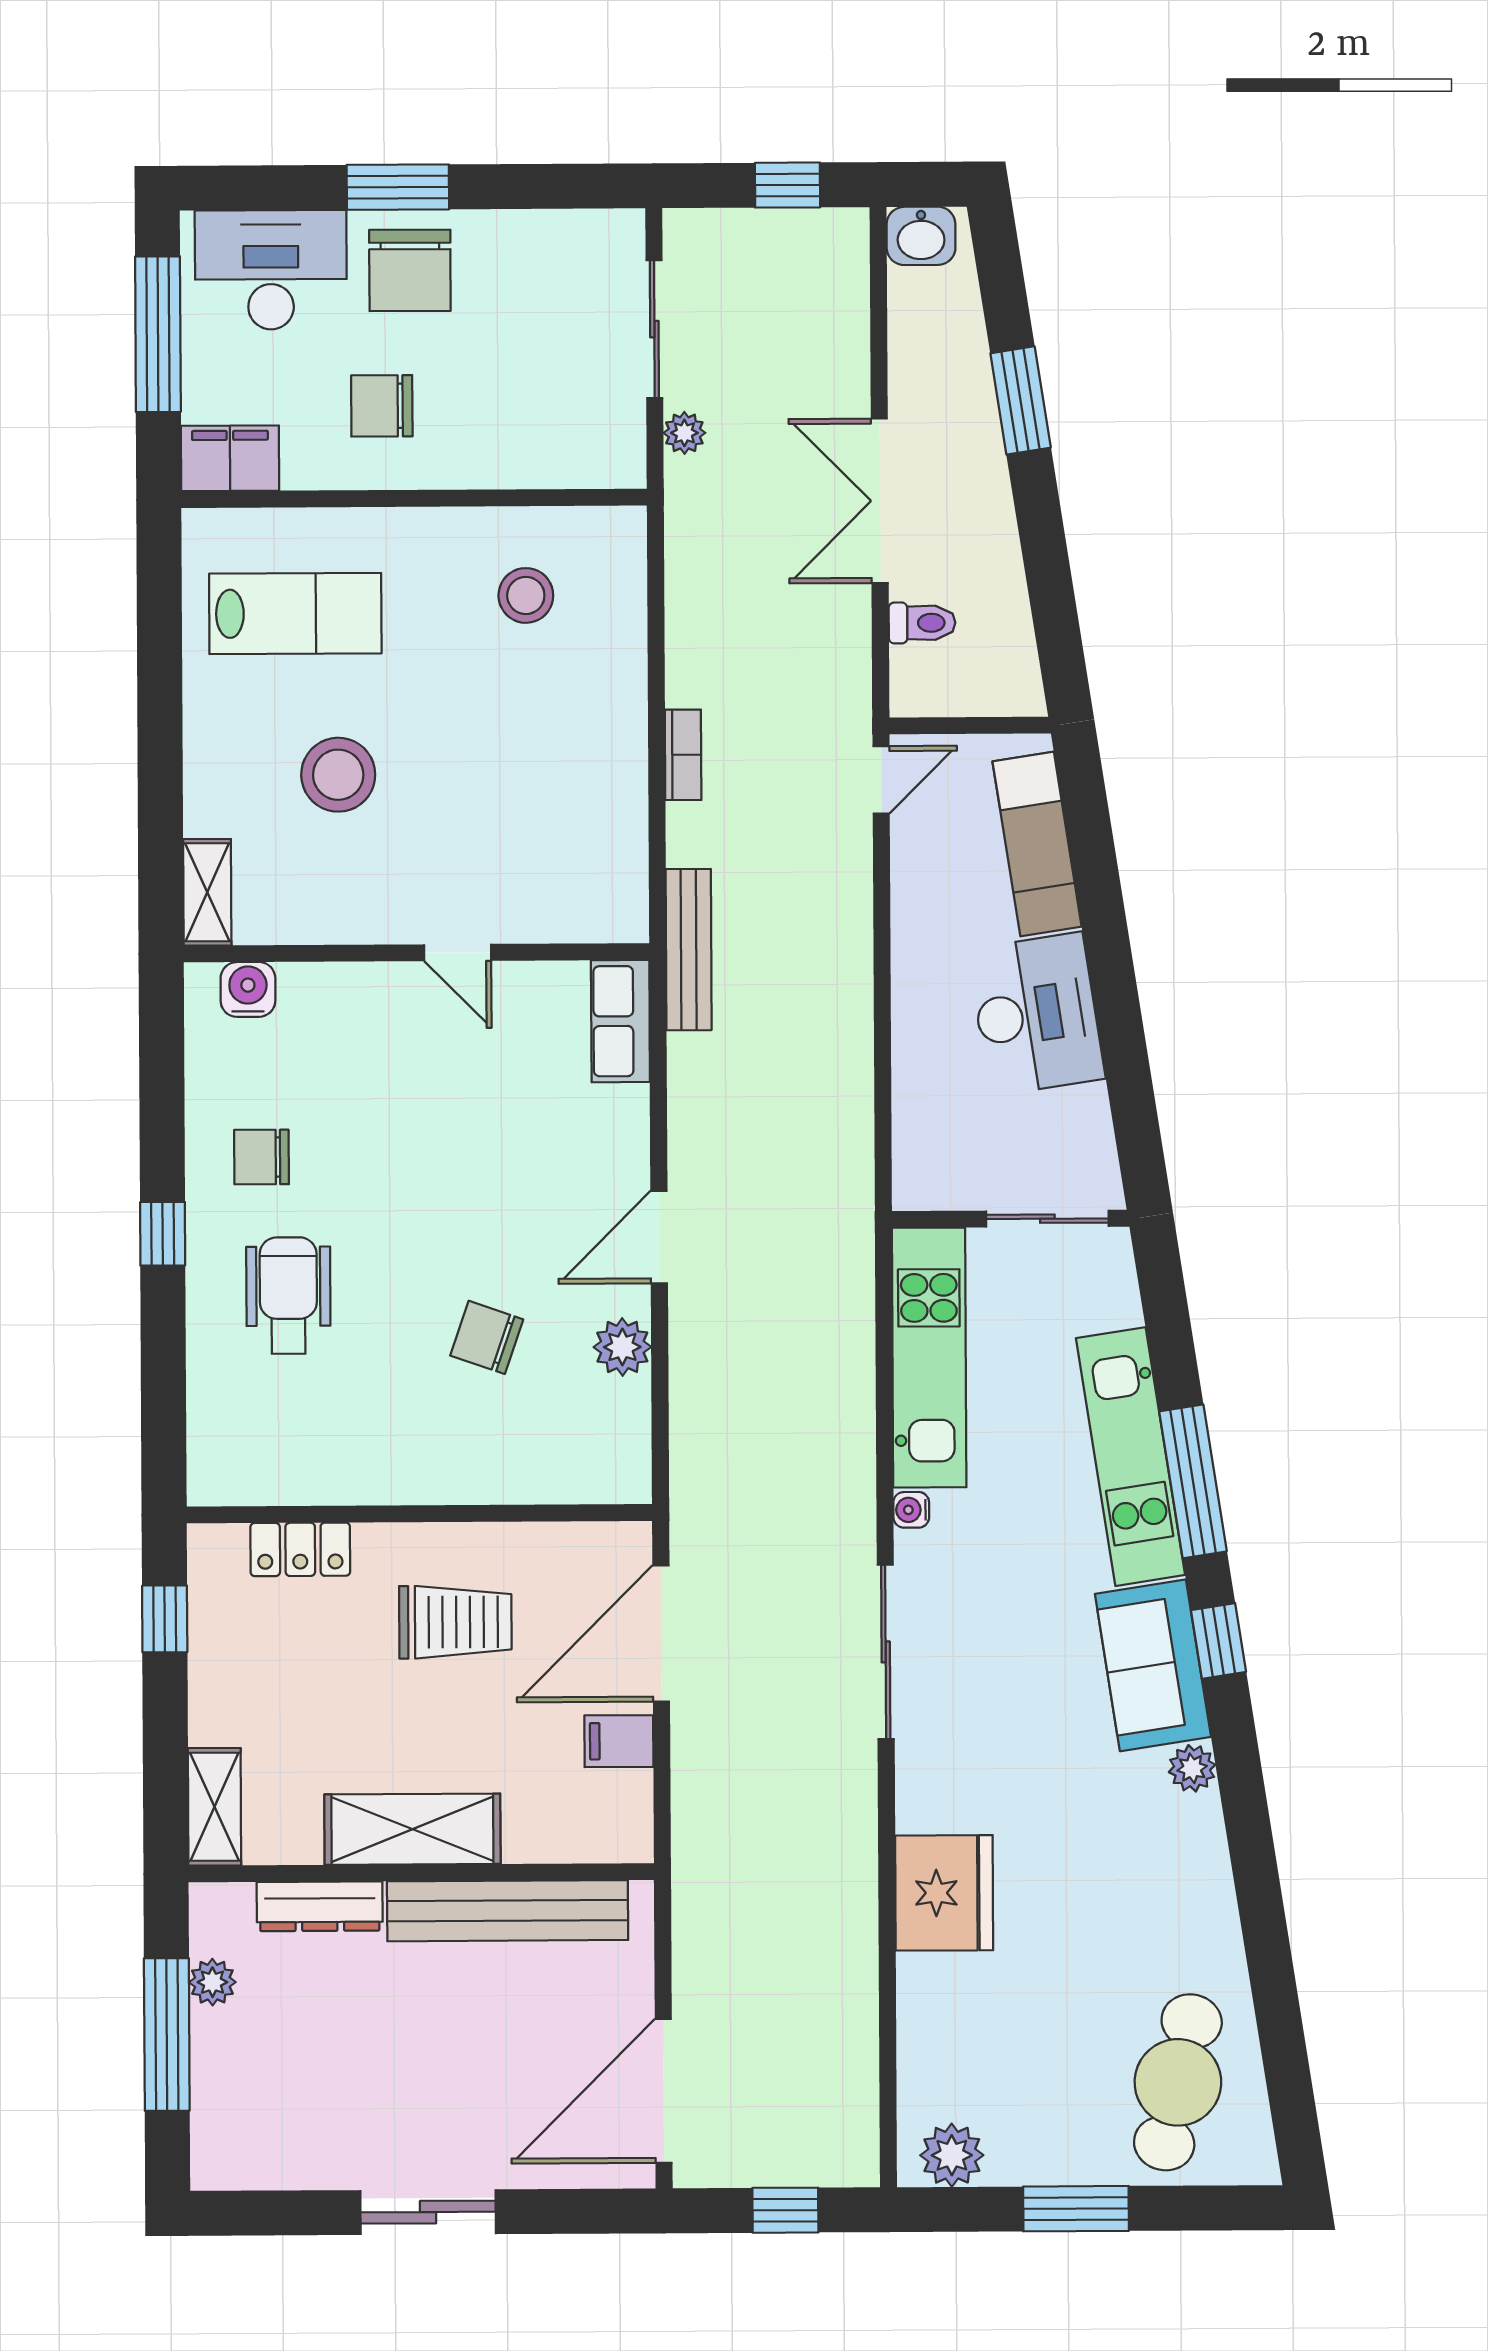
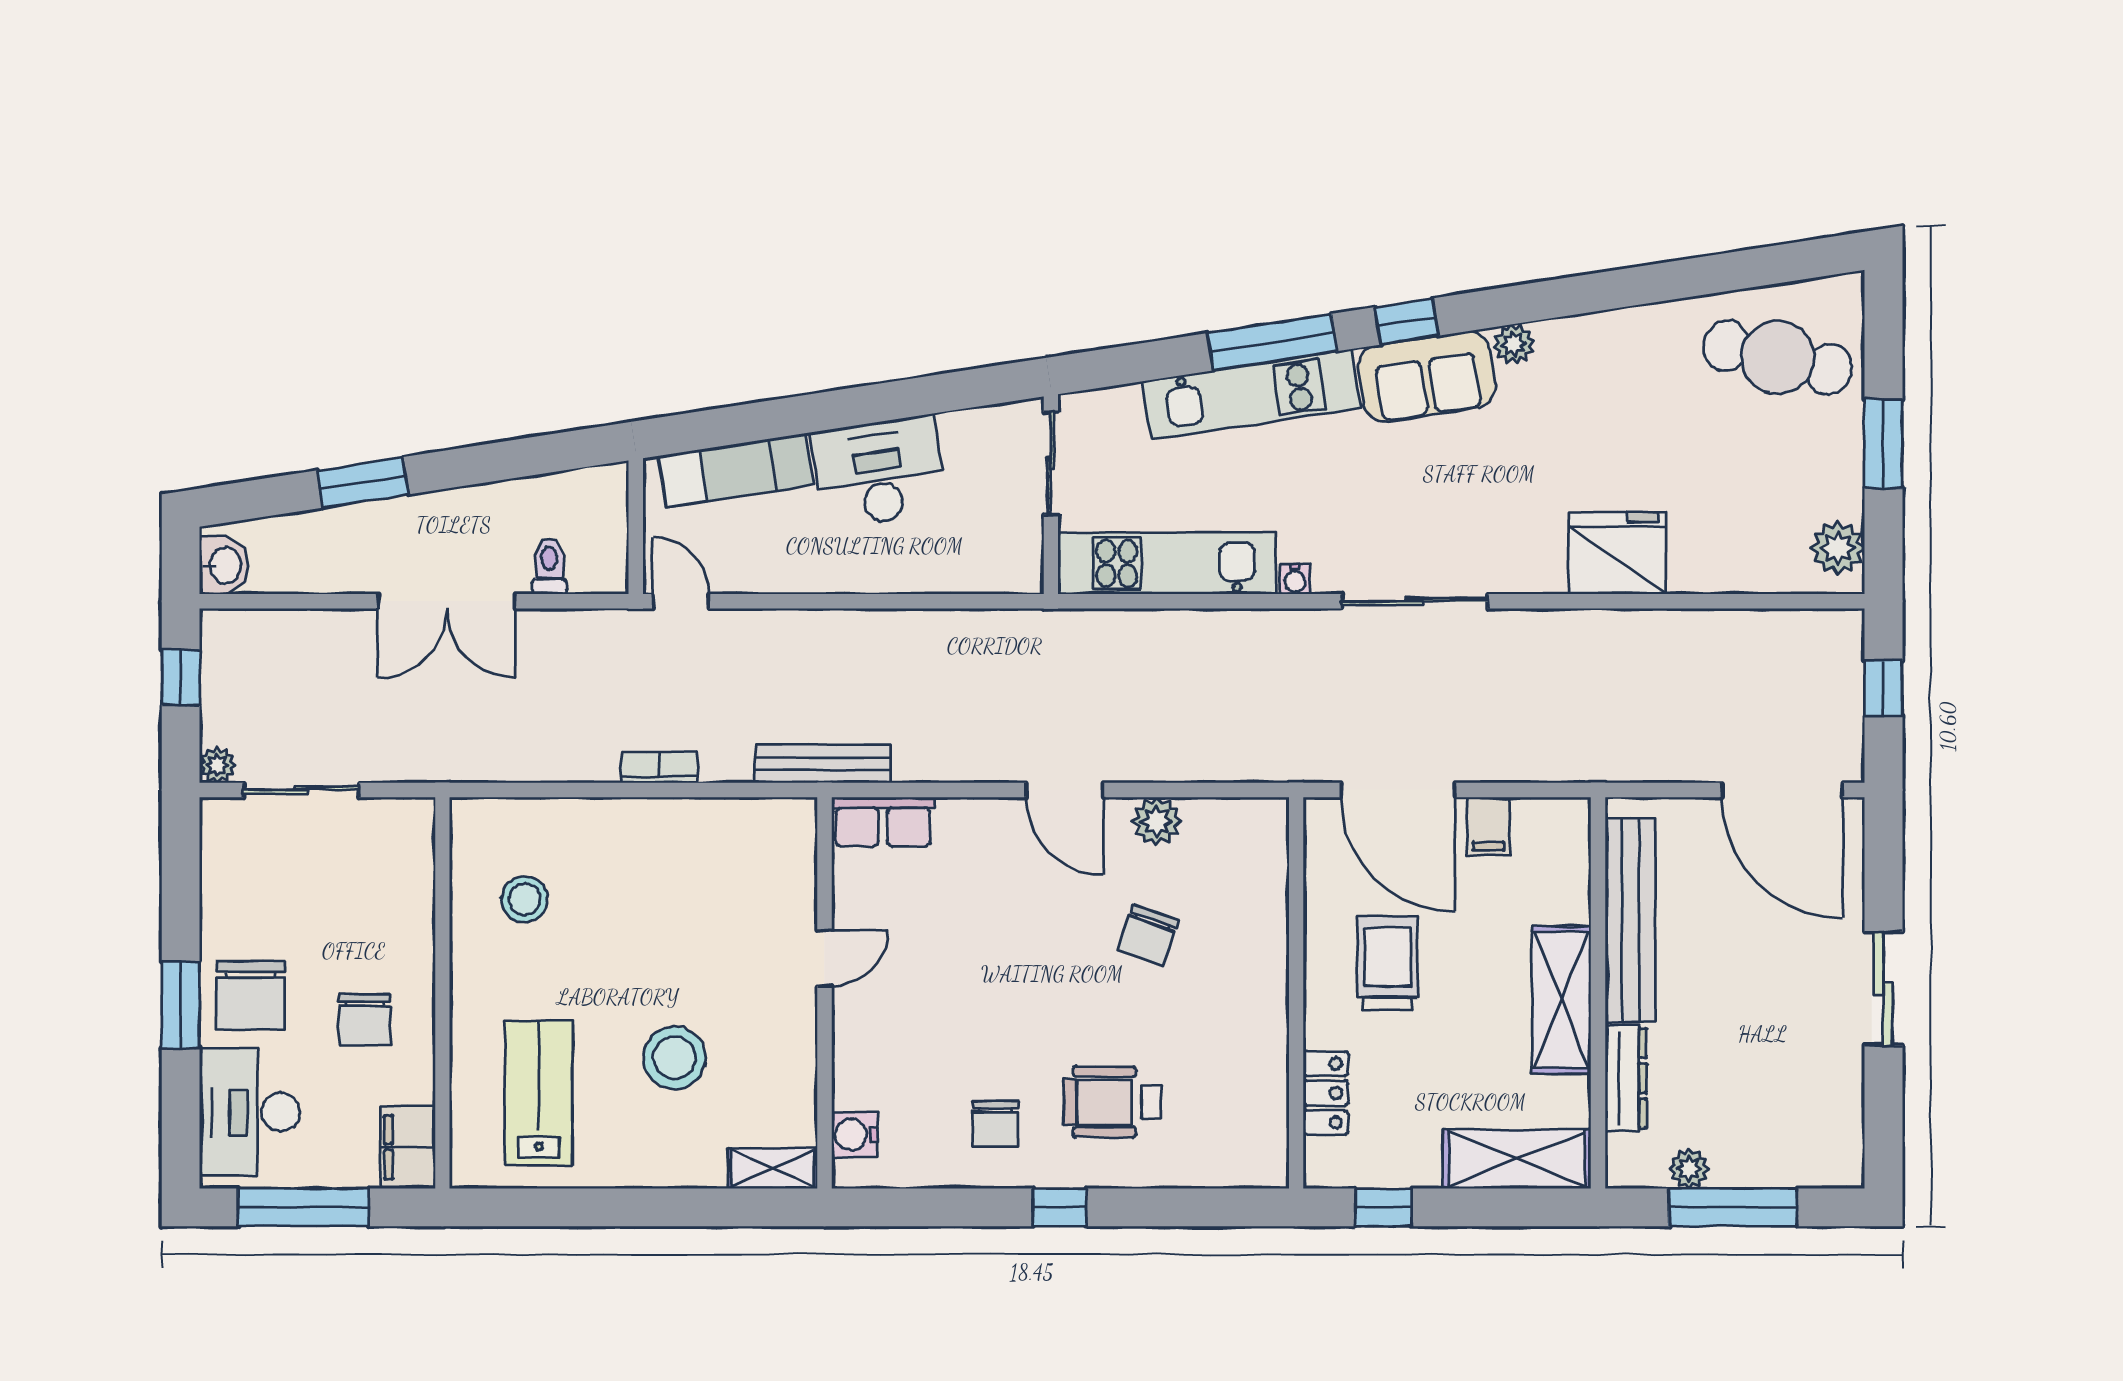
chair: (410, 270) -> (251, 995), turned 90
plant: (684, 433) -> (217, 765), moved
shelving: (214, 1807) -> (1517, 1159), width x1.50, depth x1.33

